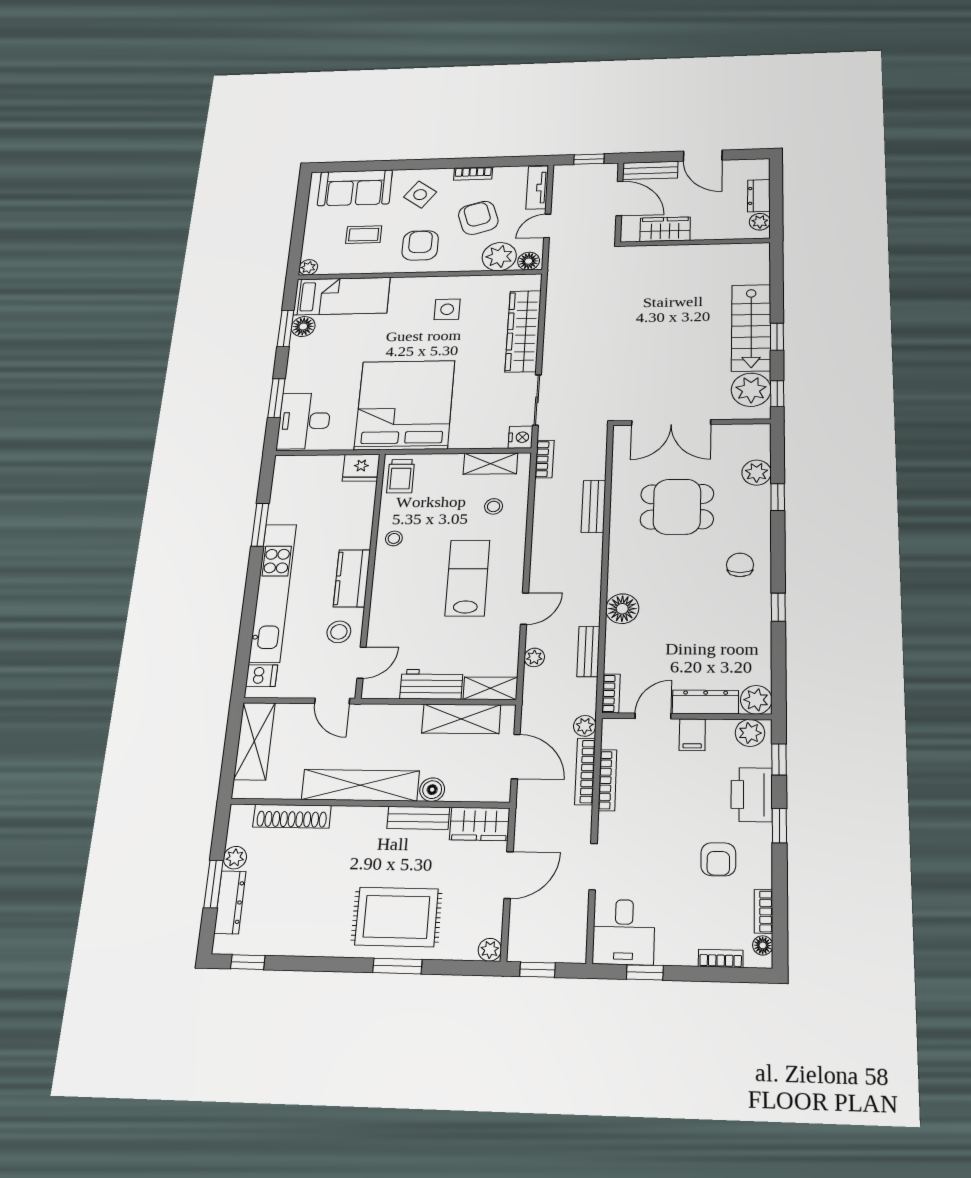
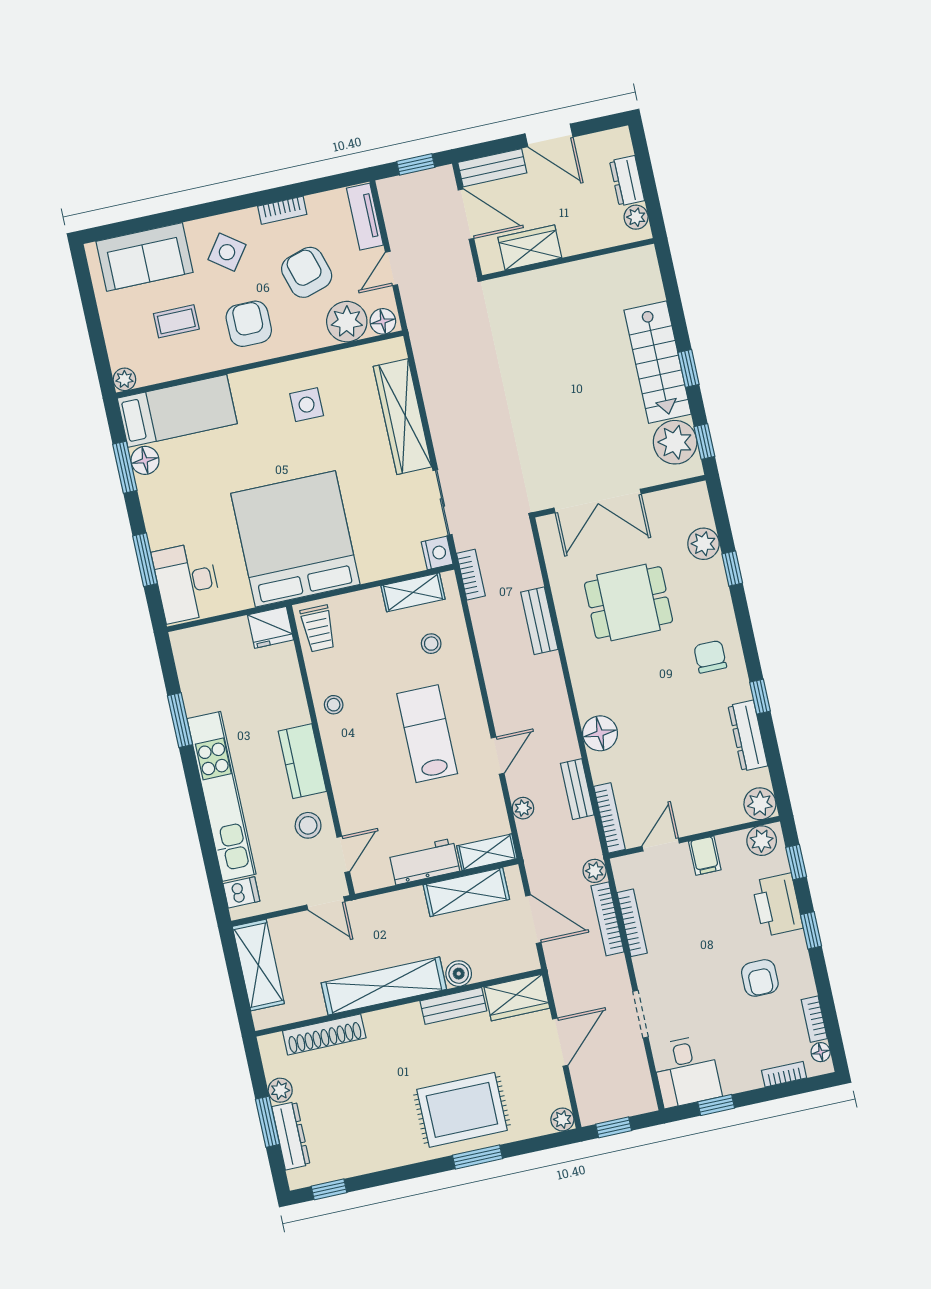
bookcase: (611, 693) -> (610, 818), width x1.56
dresser: (705, 702) -> (748, 736), moved, turned -90

